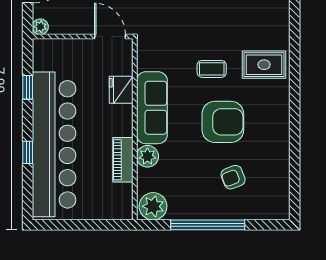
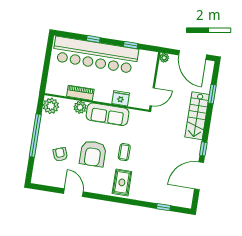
door: (295, 144) -> (73, 193), added

